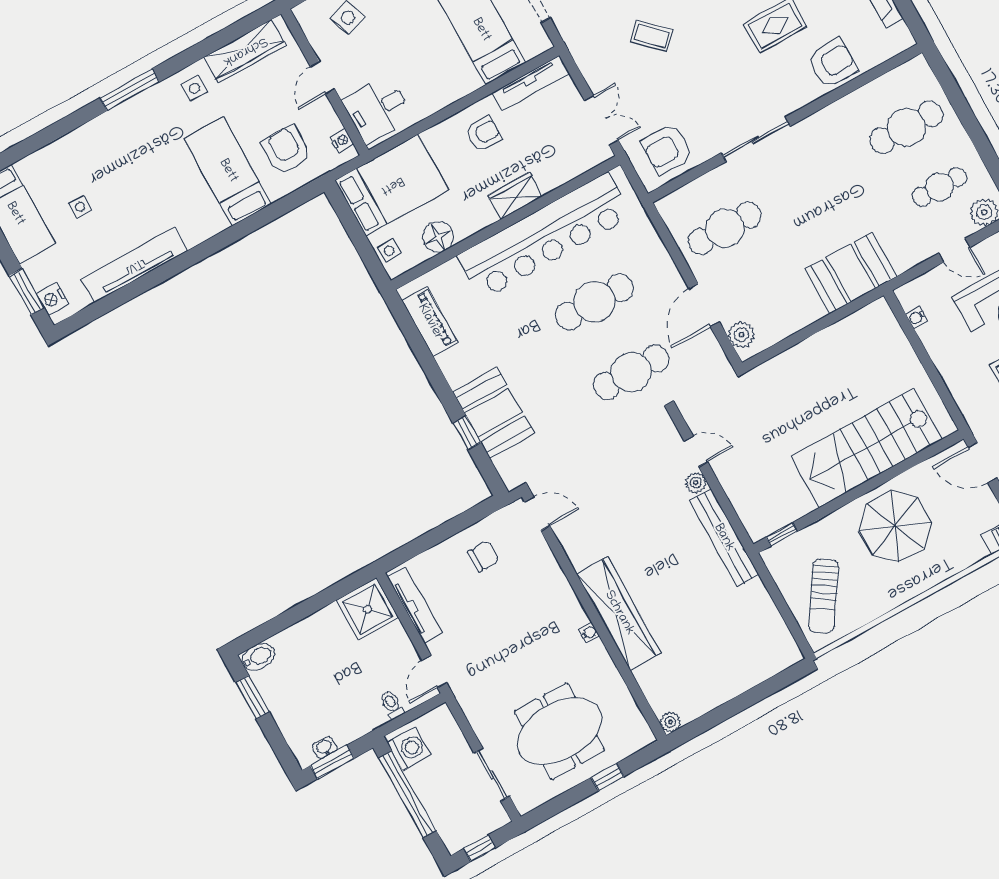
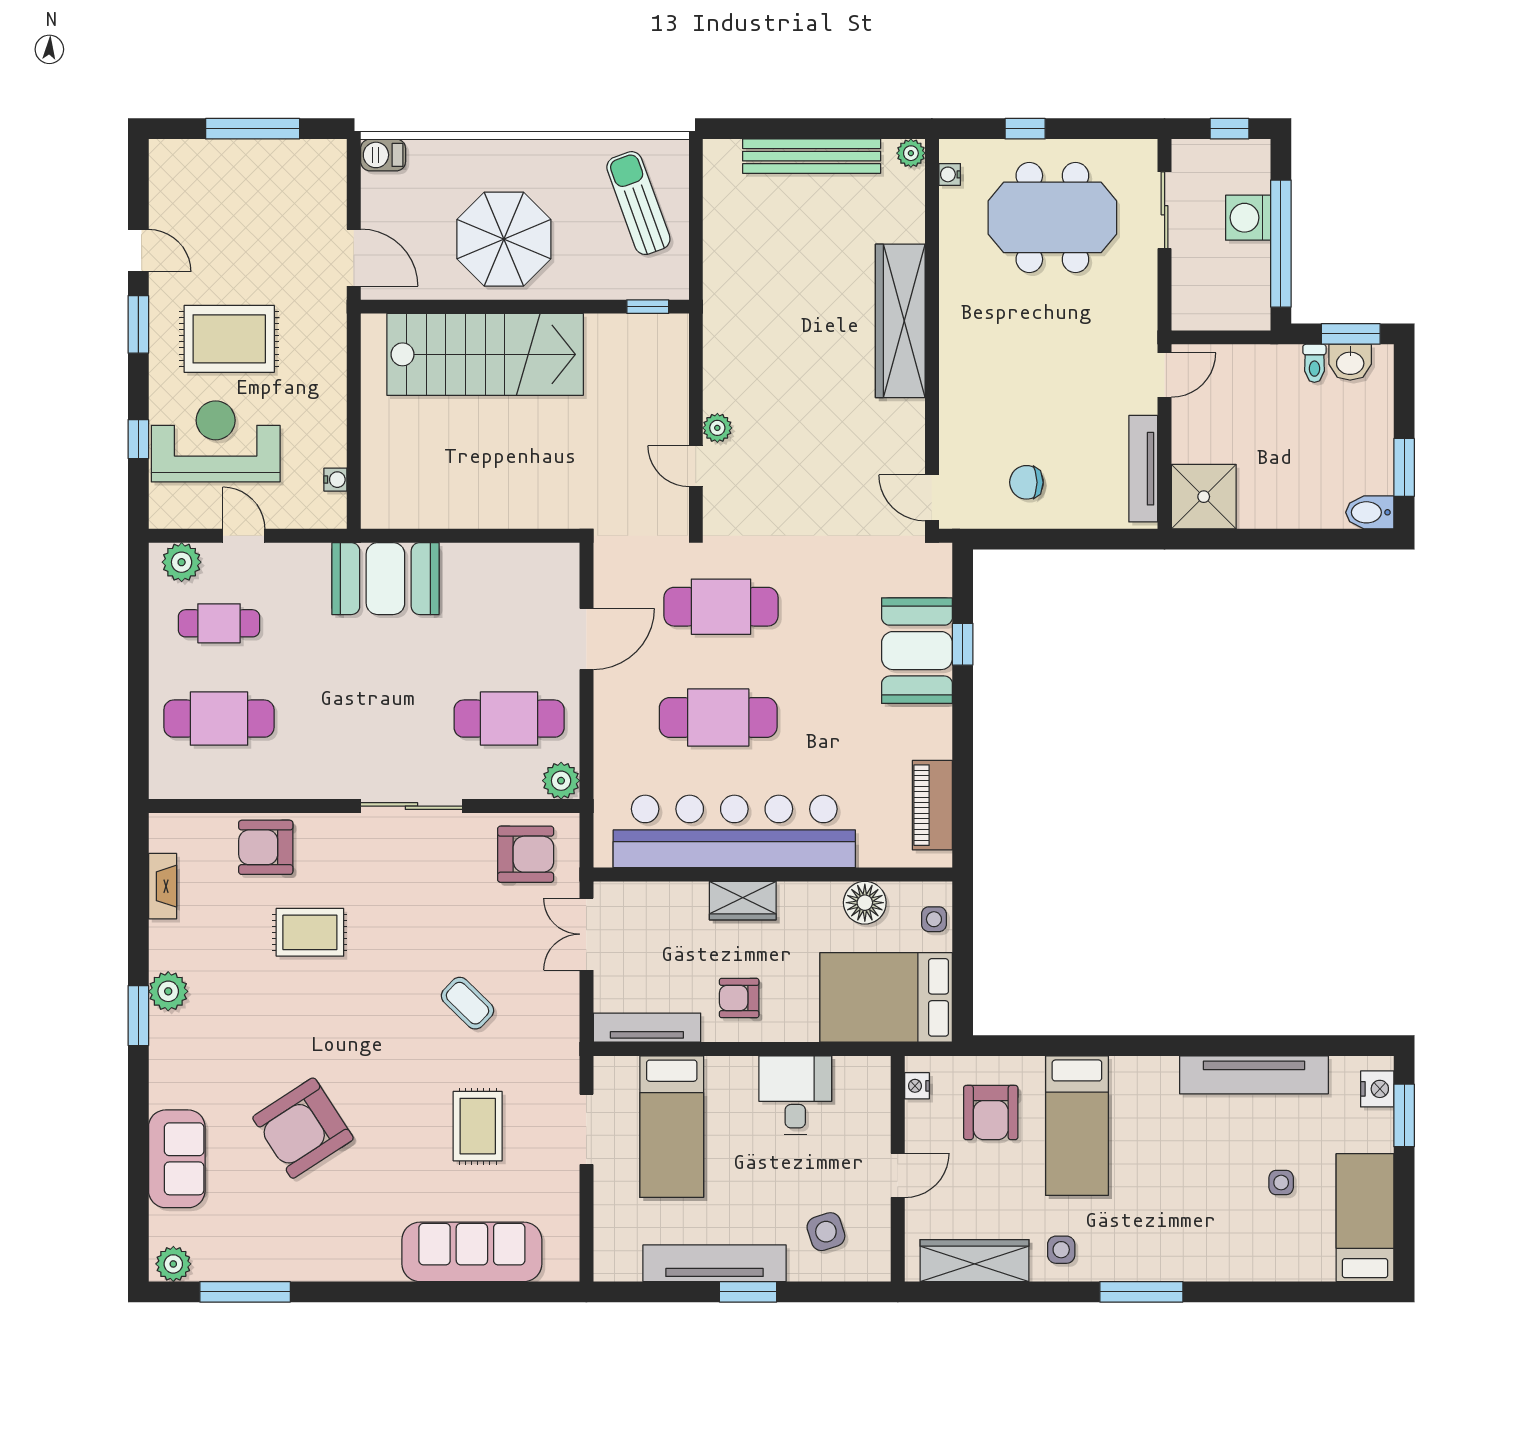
desk: (378, 109) -> (795, 1095), moved, turned -90
plant: (741, 335) -> (561, 781), moved
bench: (724, 538) -> (812, 156), moved, turned 90
sun lounger: (823, 596) -> (638, 203), turned -53
water cooler: (589, 633) -> (950, 174), moved
toilet: (392, 705) -> (1314, 363), moved
washbasin: (325, 748) -> (1350, 362), width x1.38, depth x1.45
washing machine: (409, 749) -> (1248, 218), moved

